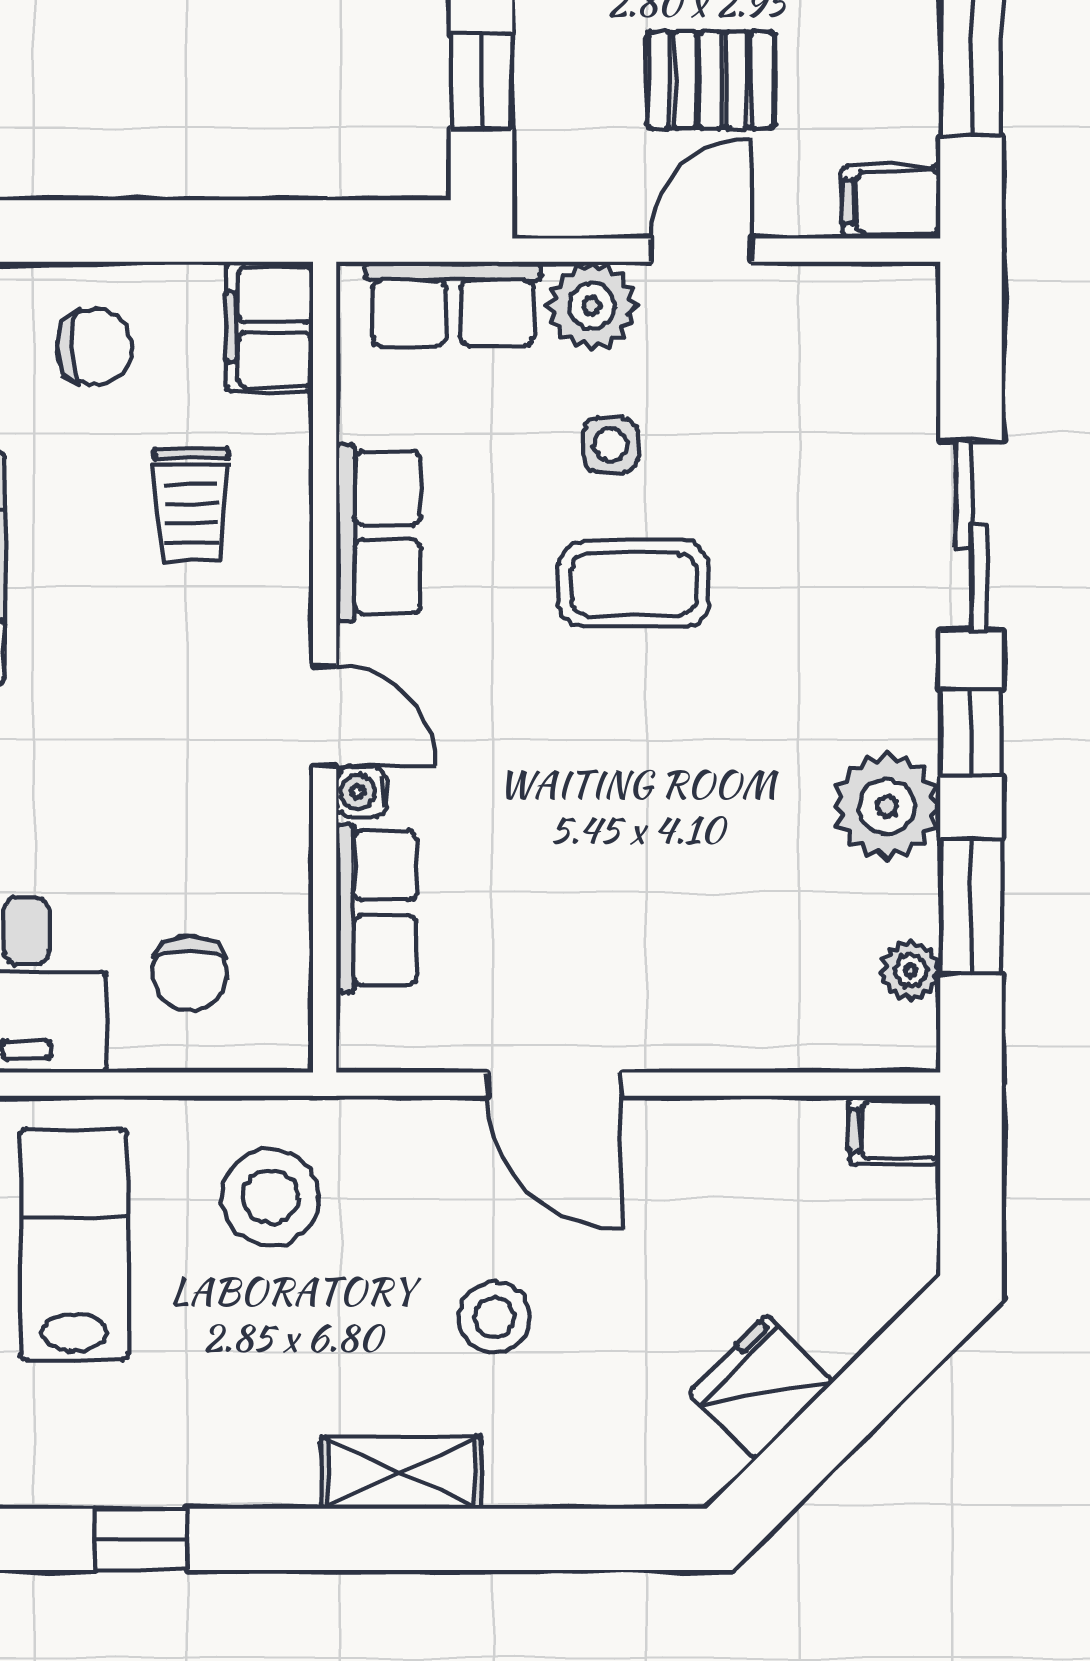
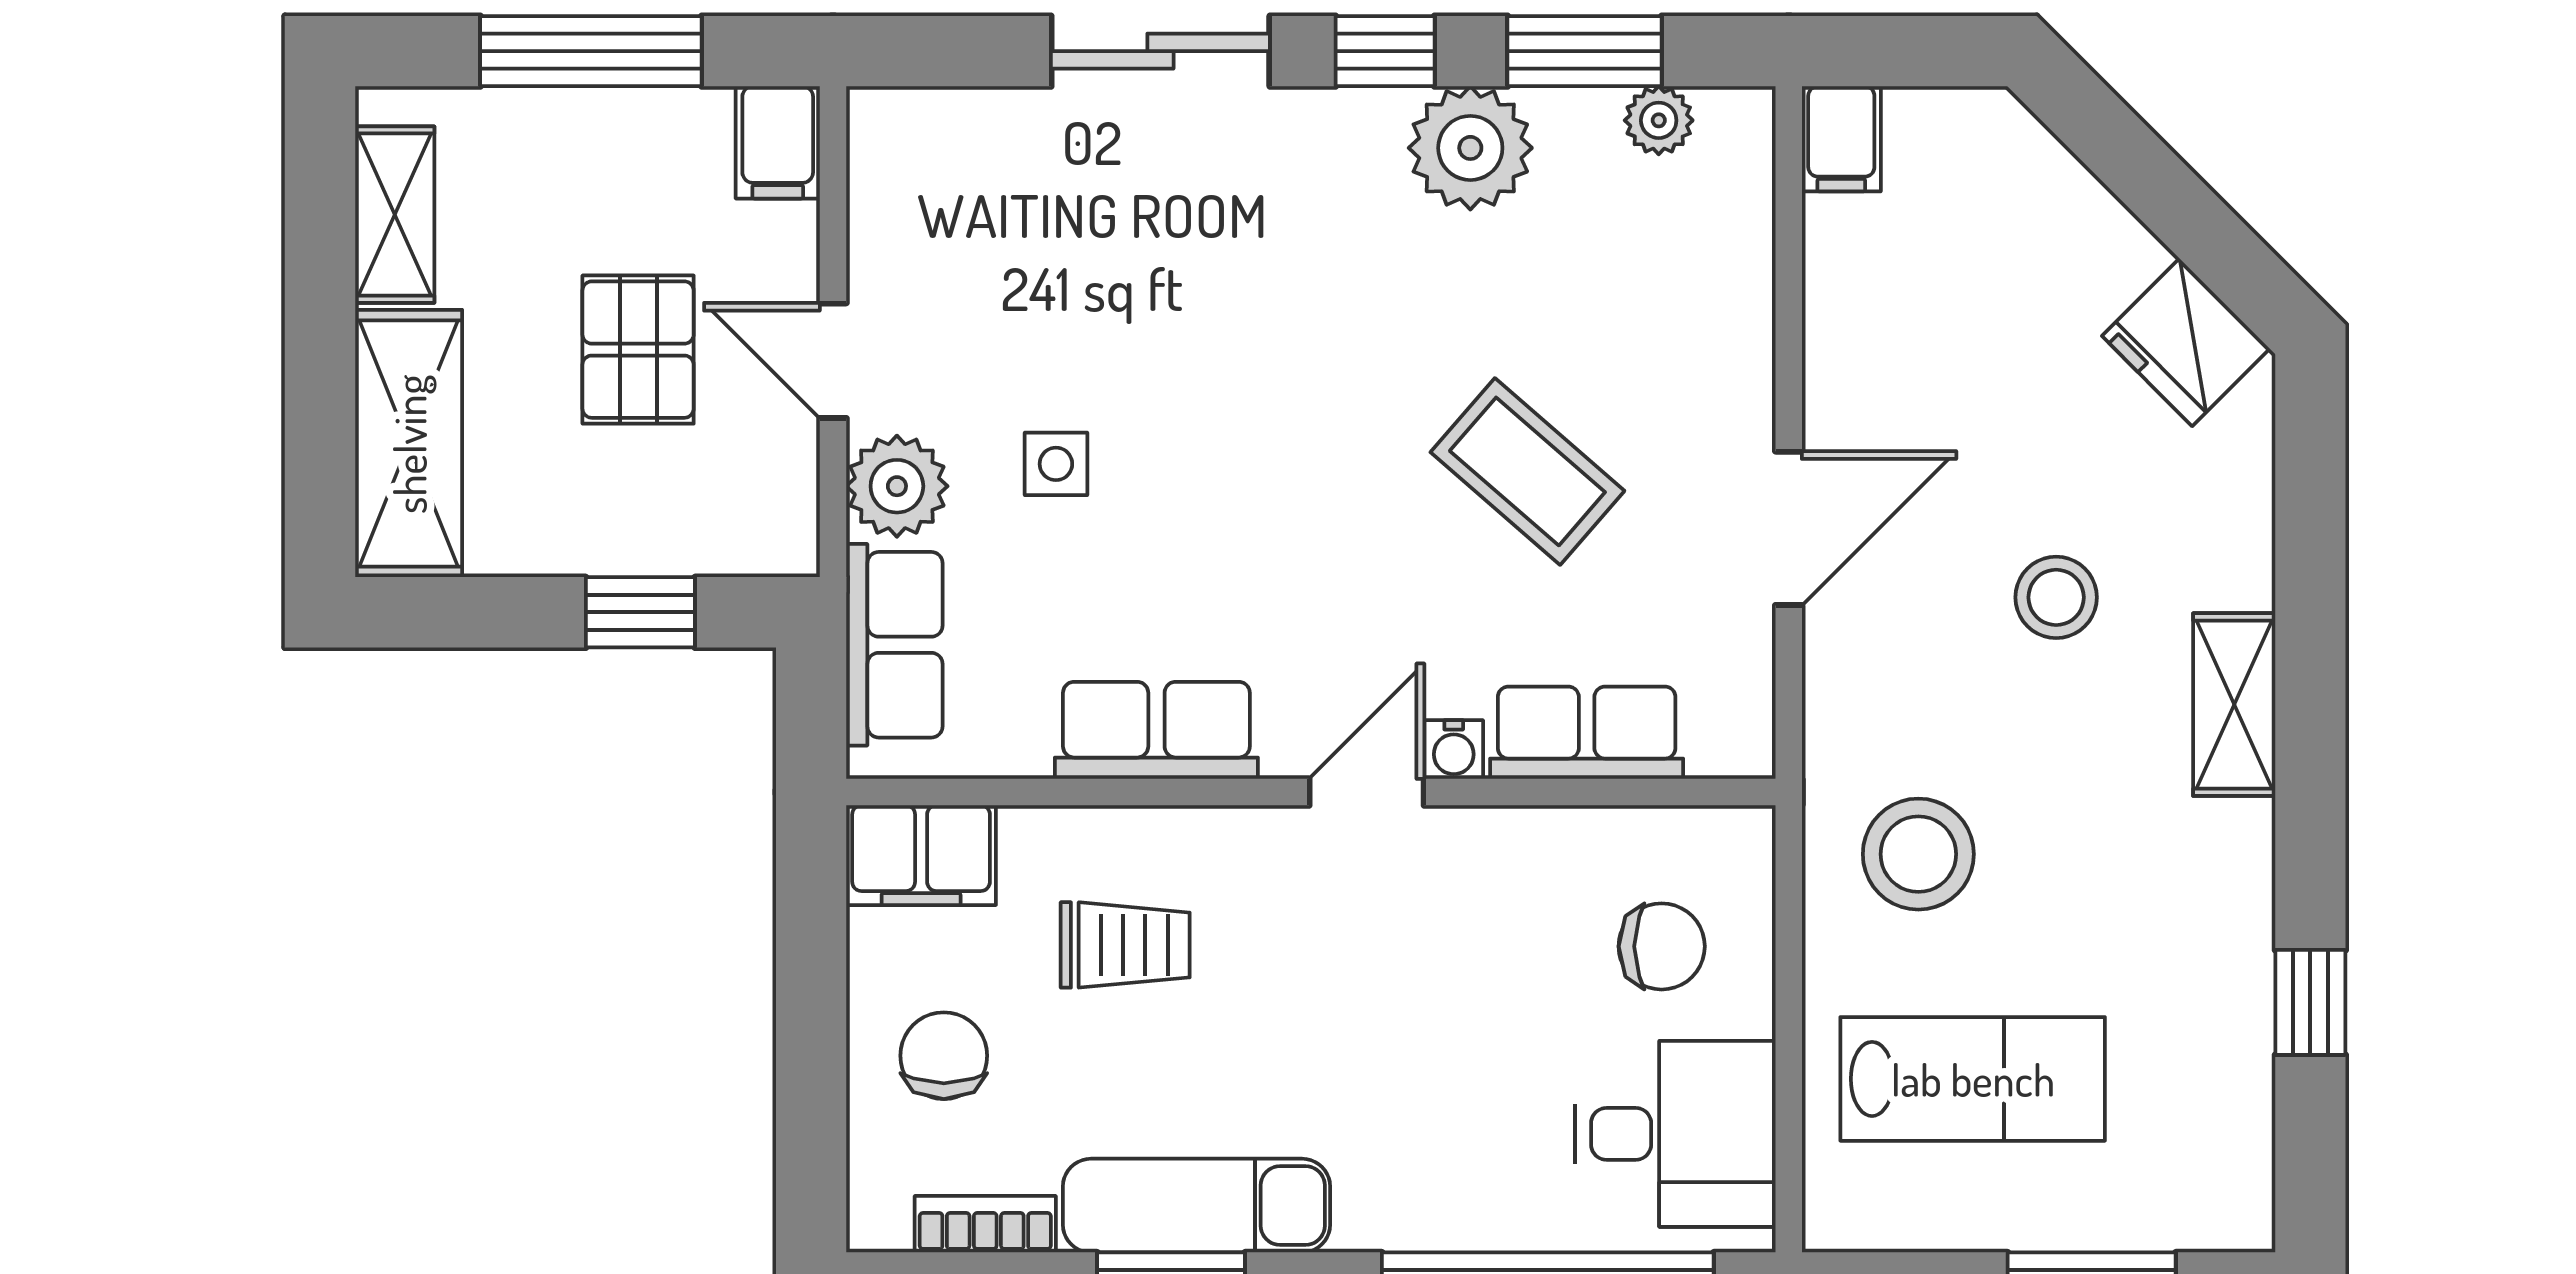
coffee table: (634, 584) -> (1527, 471), moved, turned -49
lab bench: (74, 1245) -> (1973, 1079), turned 180
fridge: (761, 1387) -> (2186, 342), moved

